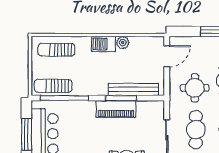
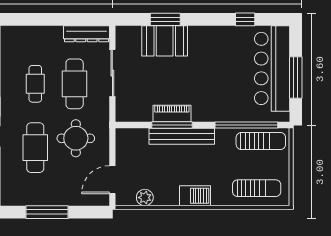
plant: (123, 43) -> (145, 198), moved
bench: (133, 89) -> (182, 136), moved
piano: (116, 109) -> (172, 113), width x0.73, depth x0.75

